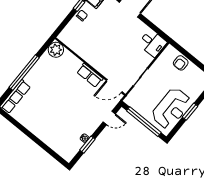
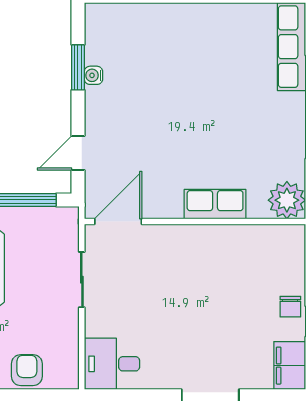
row of seats: (90, 75) -> (215, 204), moved

